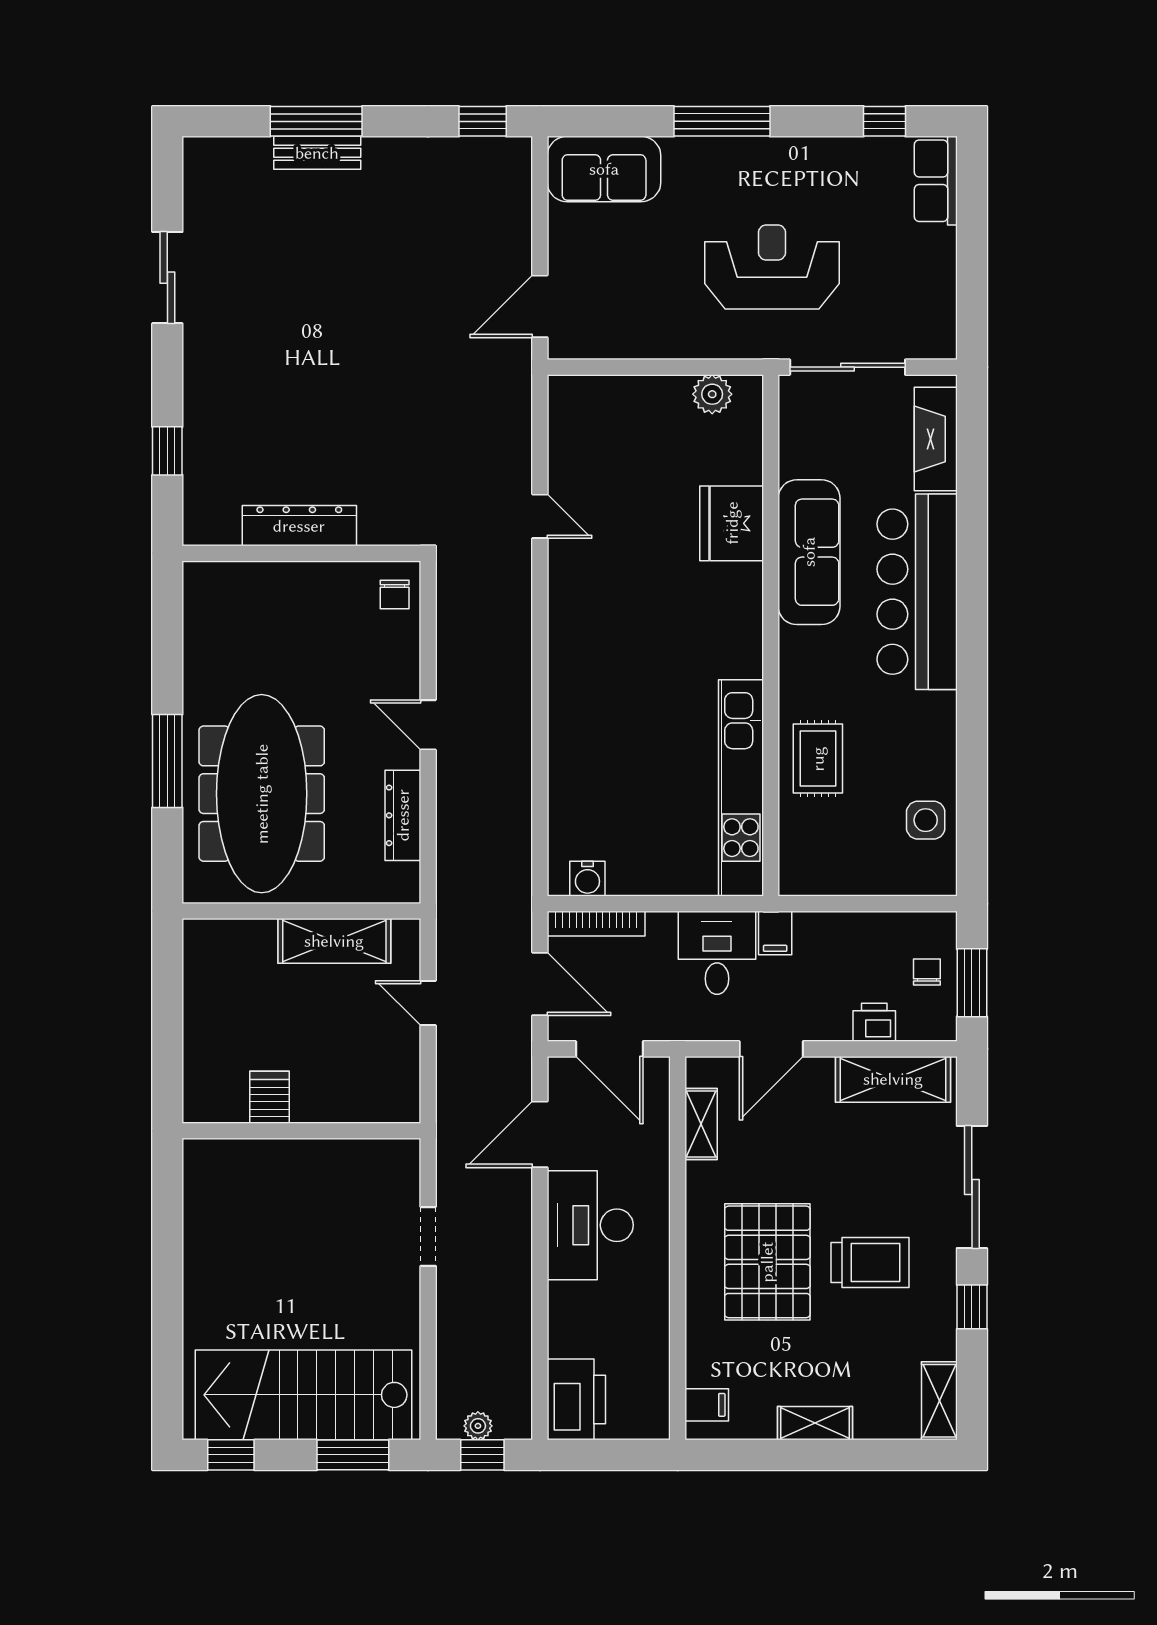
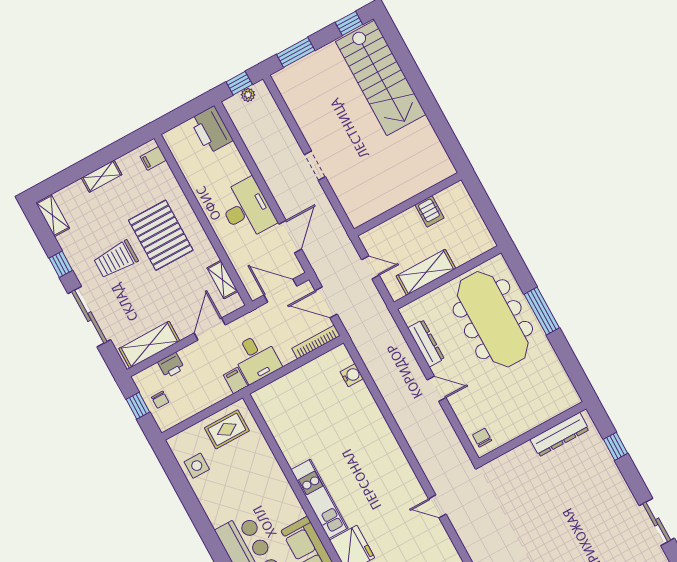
dresser: (299, 526) -> (560, 435), moved
rug: (818, 759) -> (227, 429), moved, turned 90
kitchen unit: (741, 788) -> (319, 499), moved, width x0.73
water cooler: (587, 879) -> (352, 375), moved, turned 90
window: (972, 983) -> (138, 406), width x0.67
server rack: (270, 1097) -> (429, 211), moved
wall: (301, 1131) -> (408, 204), moved
stairs: (303, 1395) -> (381, 78), moved, turned 90

